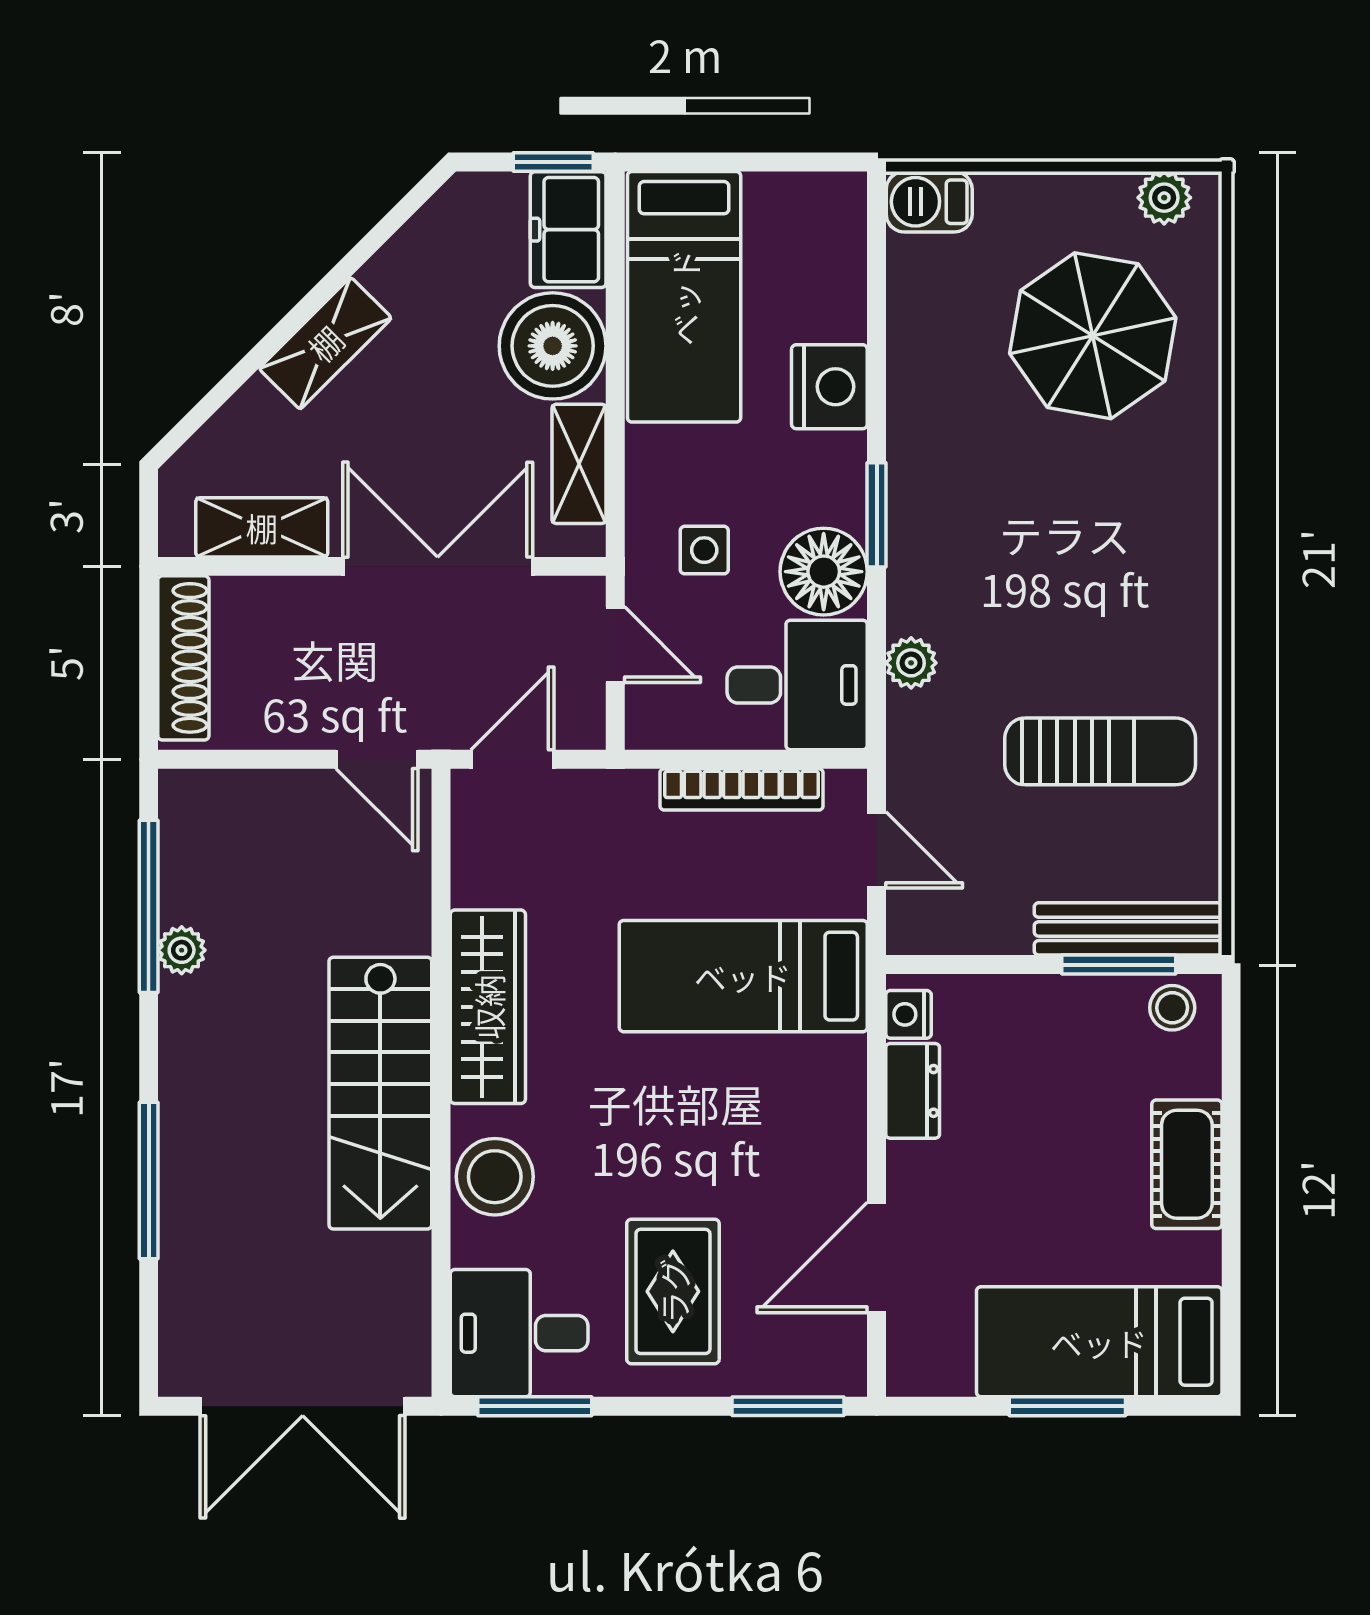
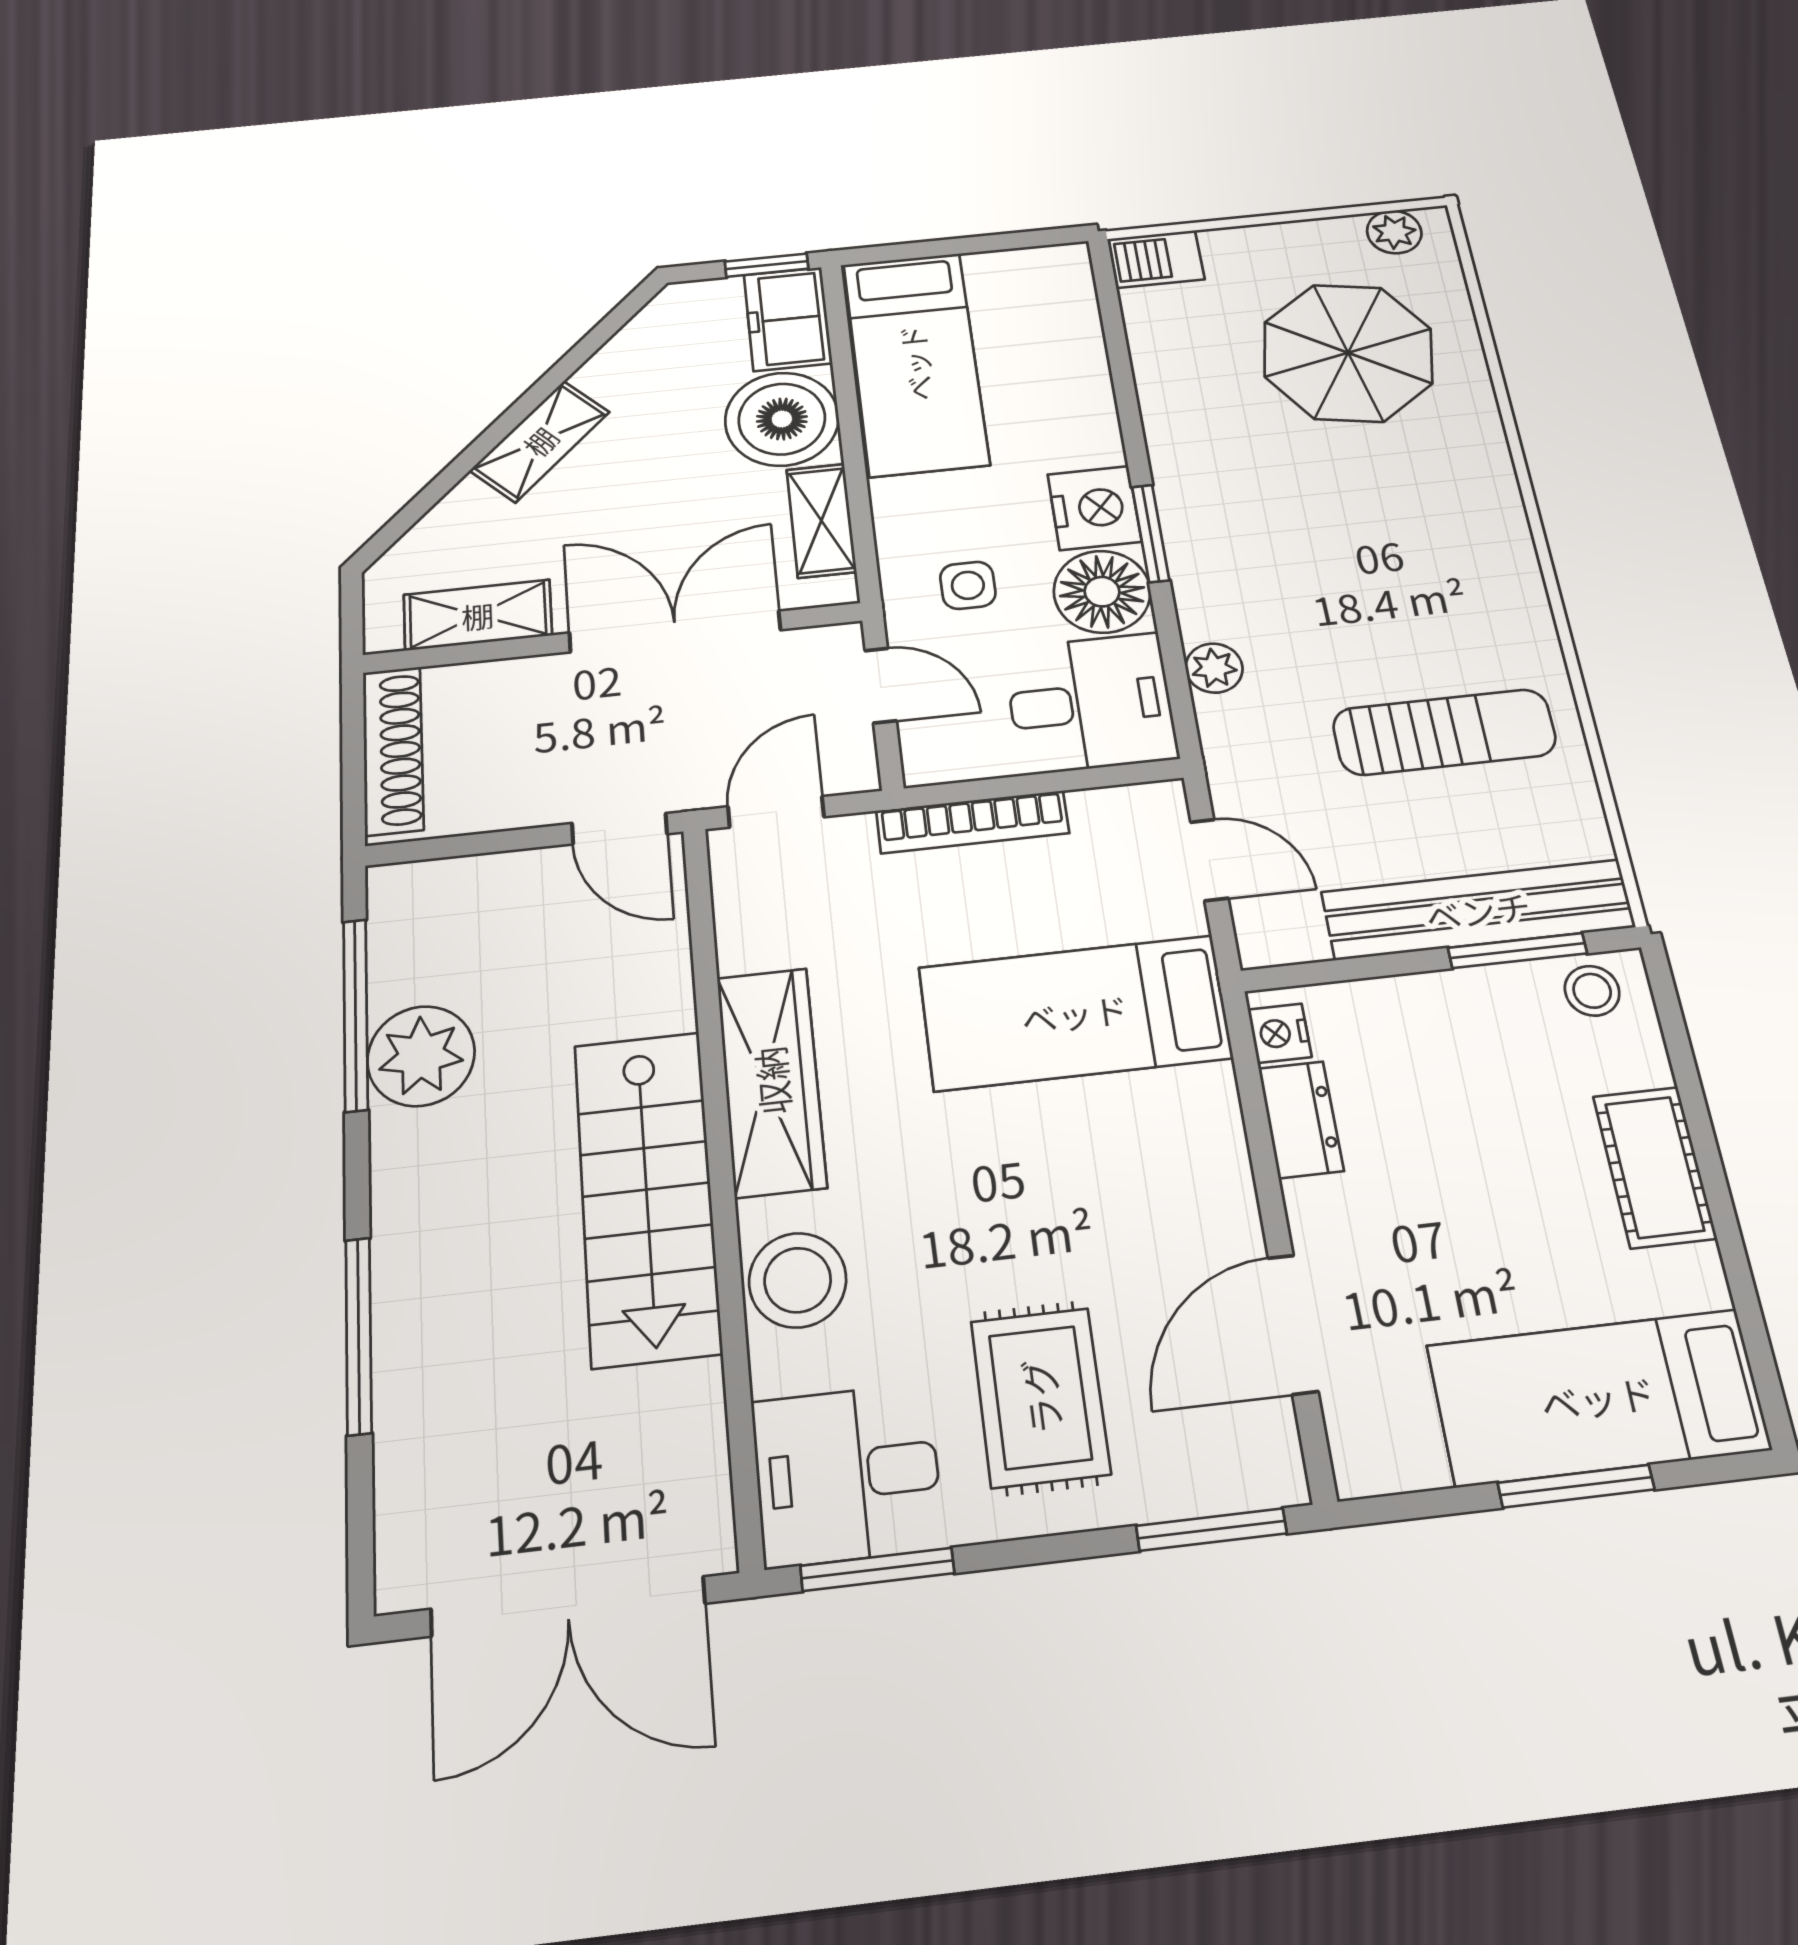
nightstand: (829, 387) -> (1094, 508), moved
bookcase: (742, 789) -> (972, 822), moved
bench: (1128, 929) -> (1478, 910), width x1.37, depth x1.21
plant: (182, 950) -> (421, 1056), width x1.88, depth x1.88

